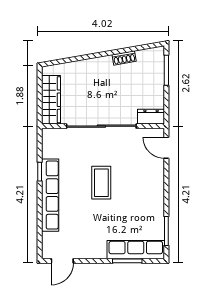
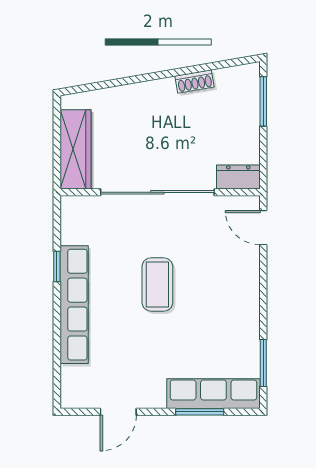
door: (62, 261) -> (118, 412), moved

